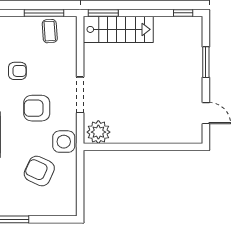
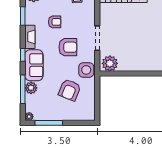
armchair: (37, 108) -> (68, 47), turned 180
armchair: (39, 171) -> (70, 90), turned -93

